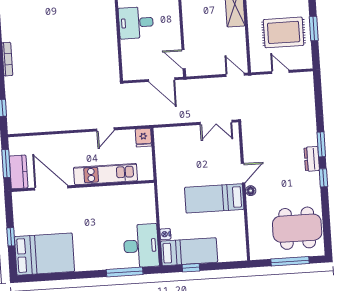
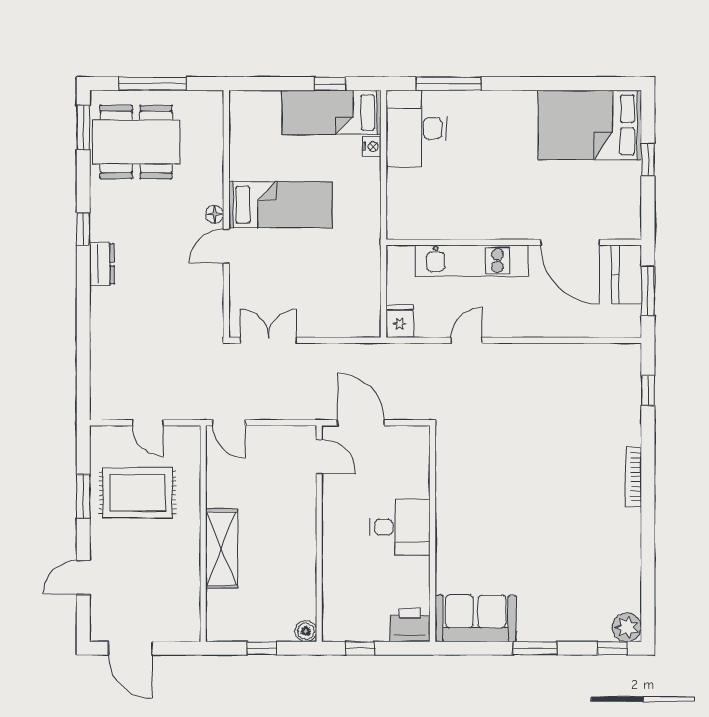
window: (321, 144) -> (83, 127), moved

